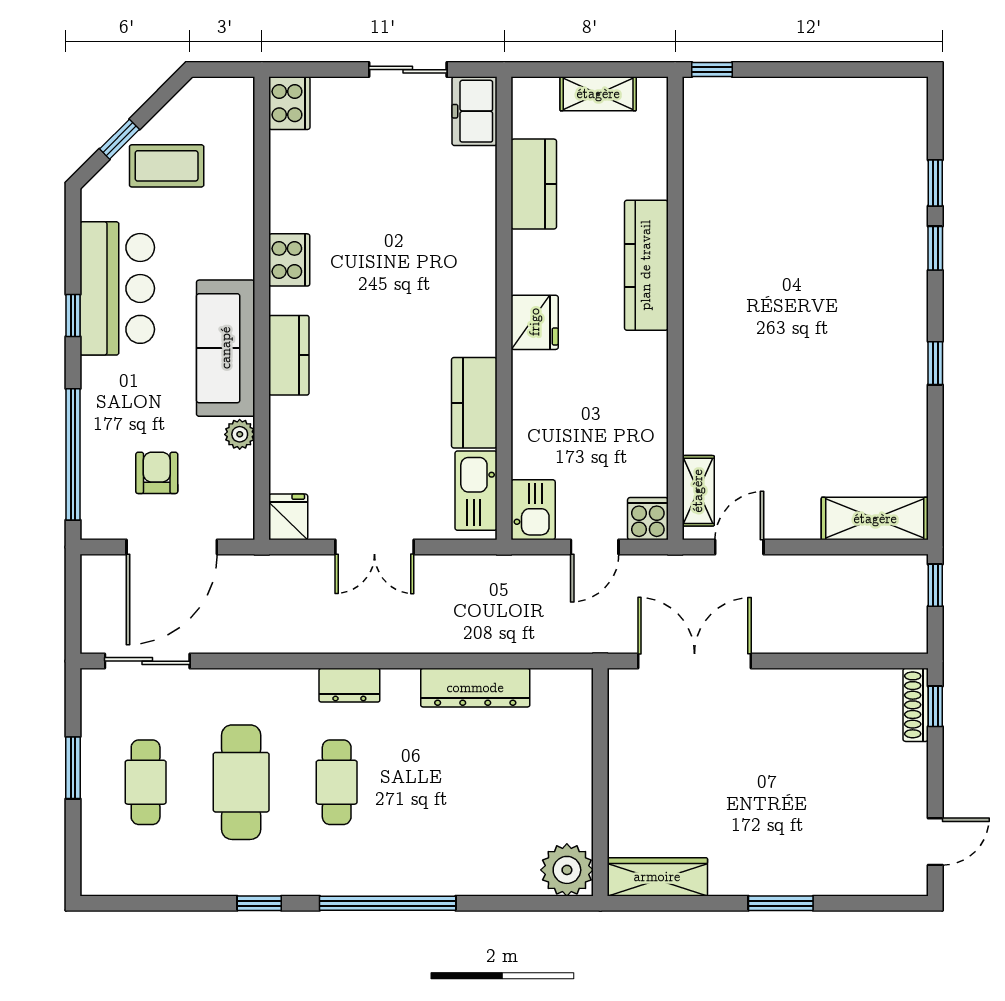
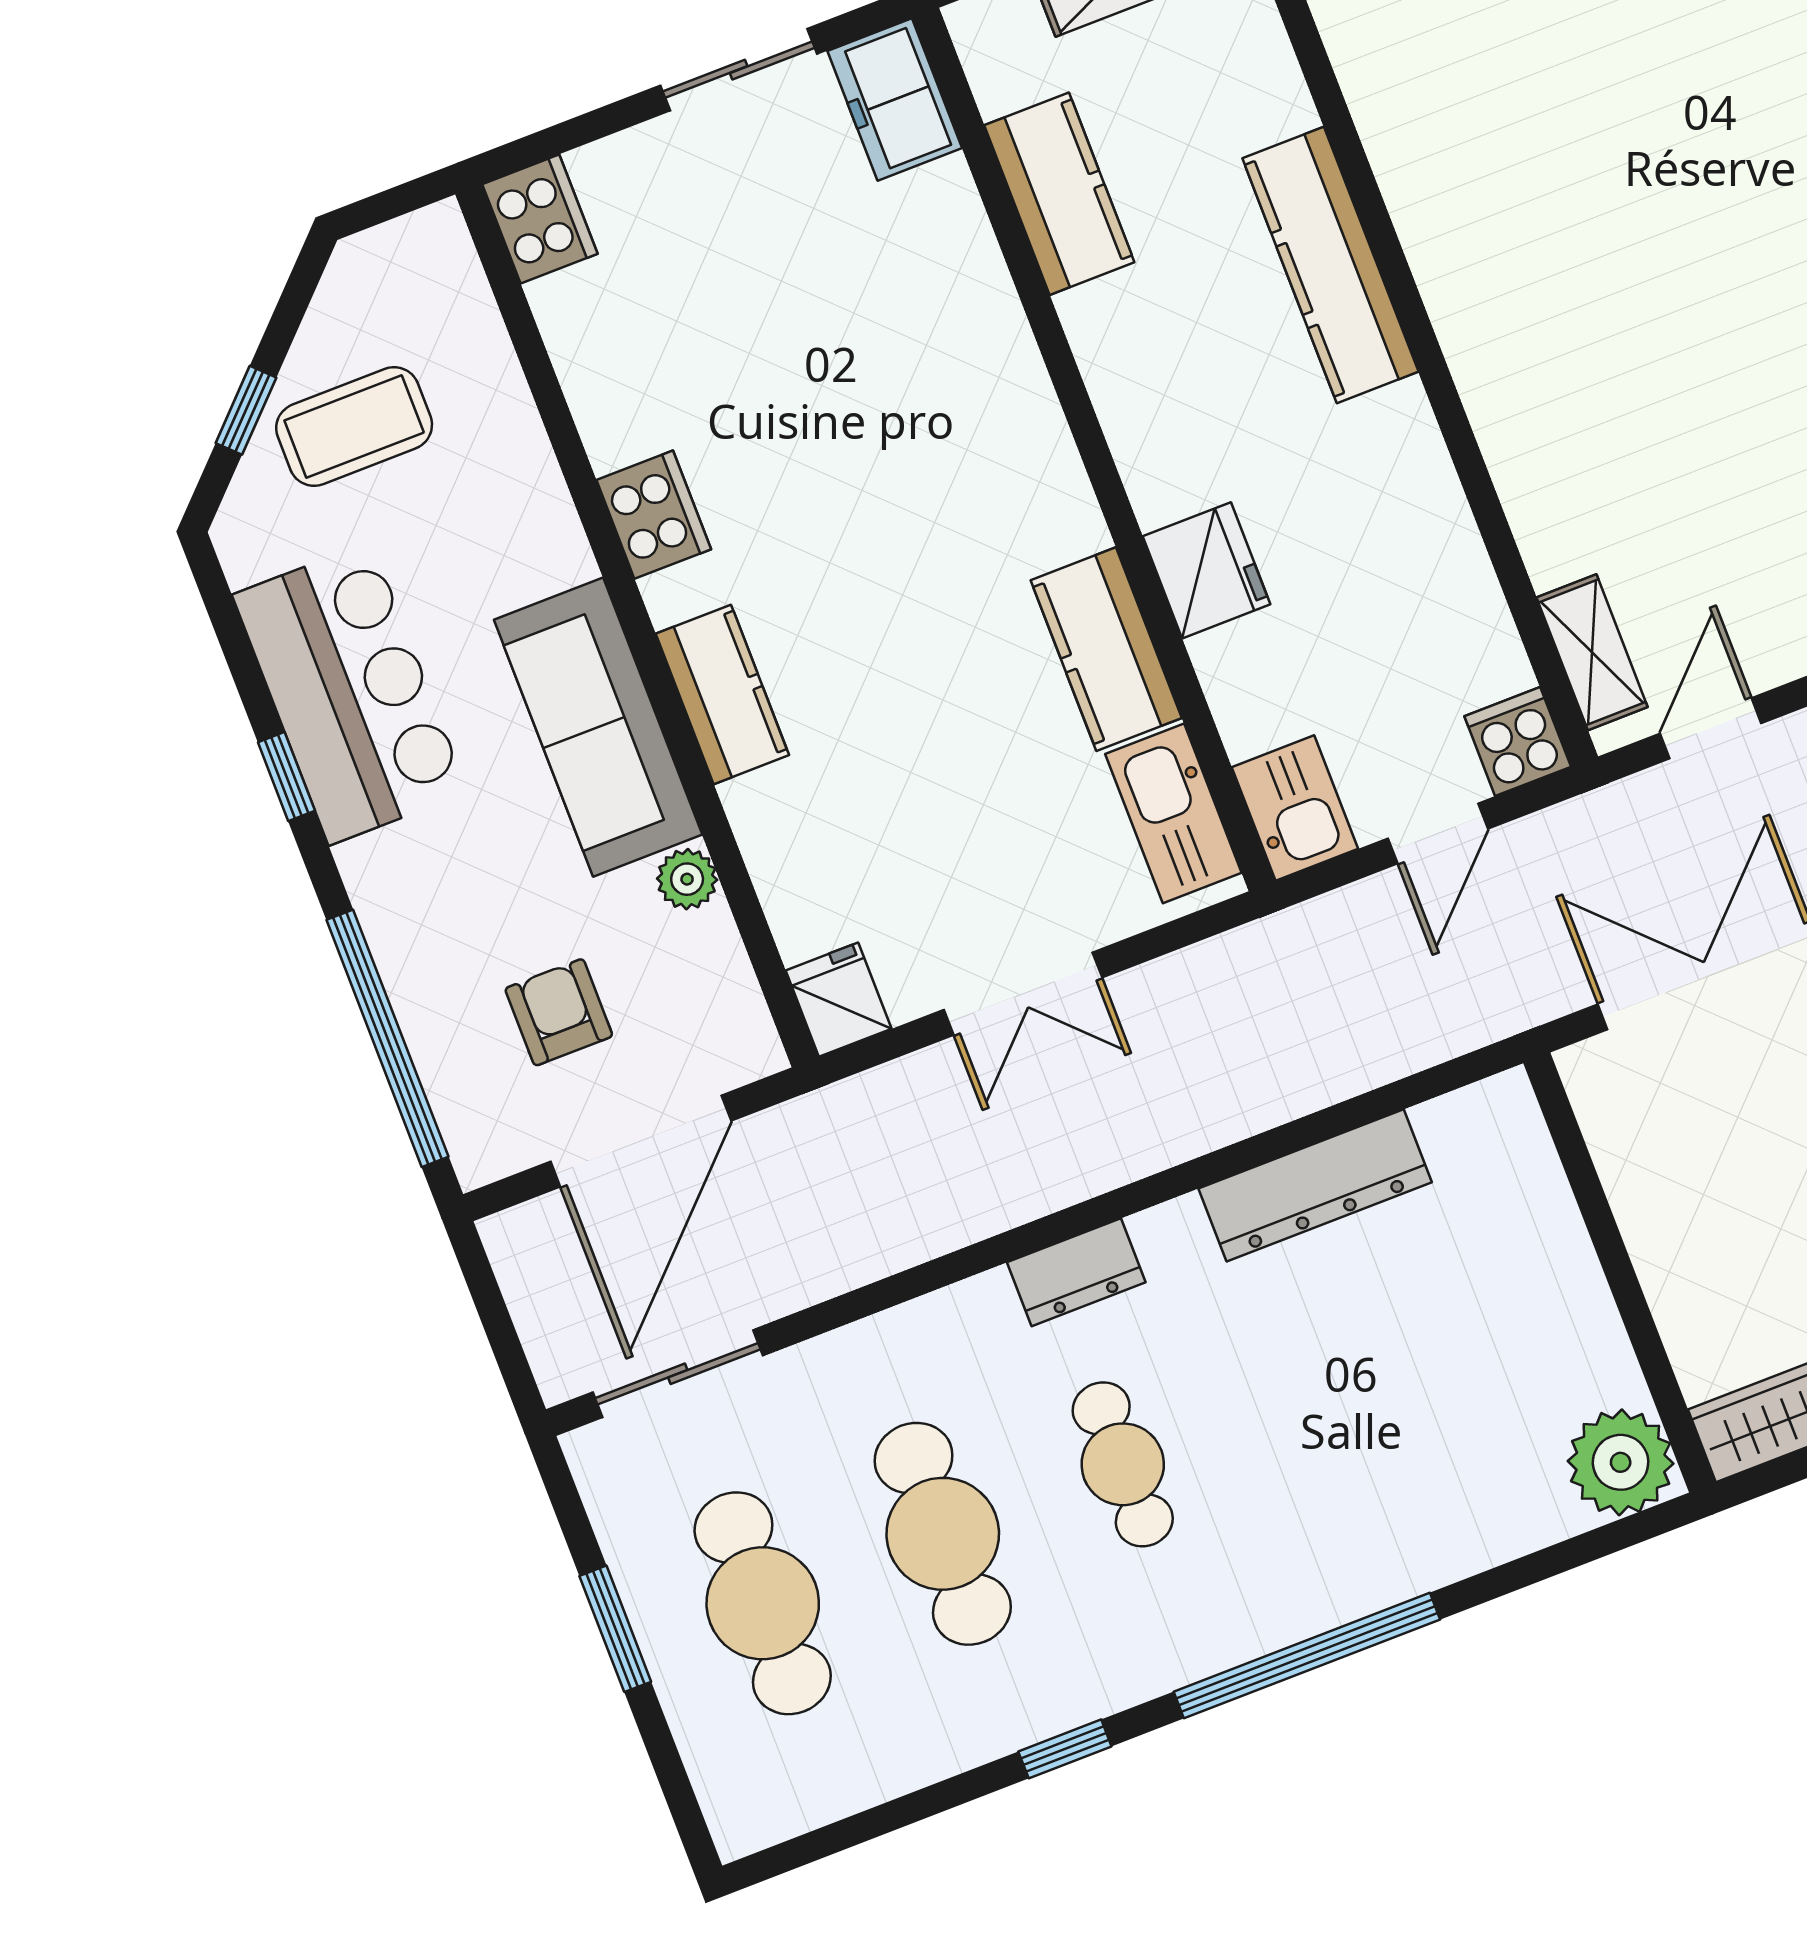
fridge: (535, 322) -> (1206, 570), moved
cafe table: (146, 782) -> (763, 1603), width x1.37, depth x1.35

